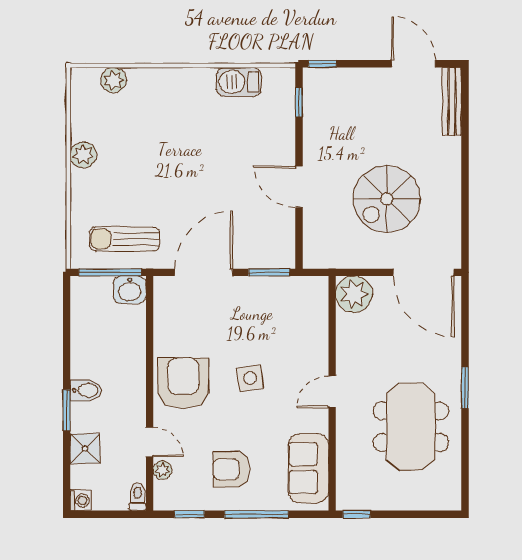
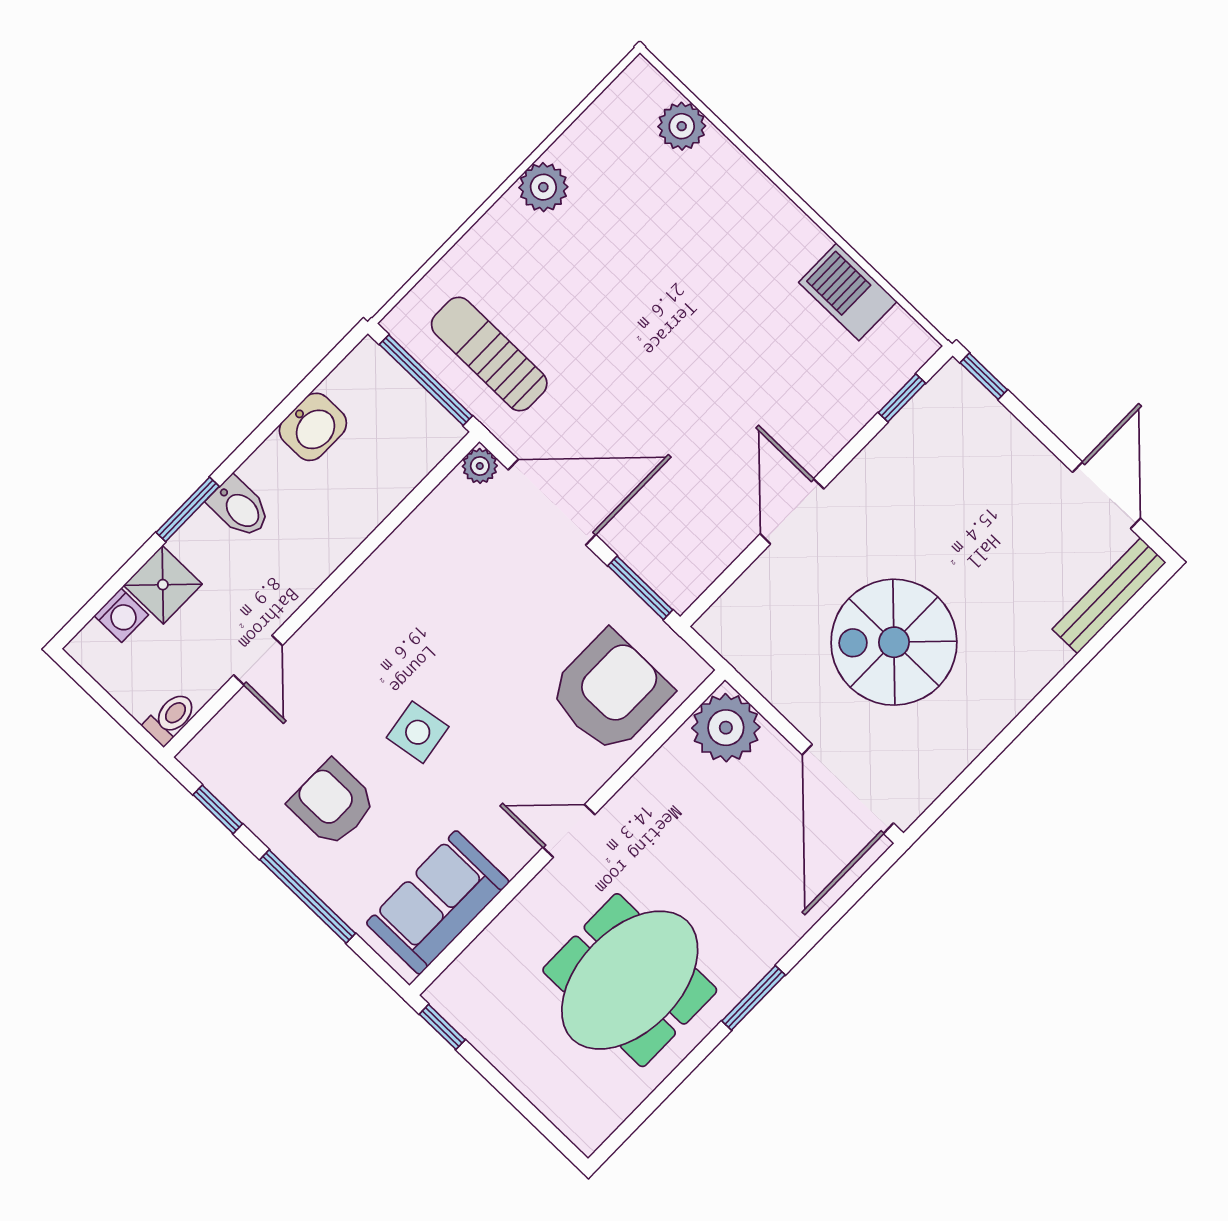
washbasin: (130, 290) -> (313, 427), moved, turned -90
side table: (250, 378) -> (418, 732), moved
armchair: (183, 383) -> (610, 692), moved
plant: (162, 470) -> (480, 466), moved
washing machine: (80, 500) -> (121, 615), moved

